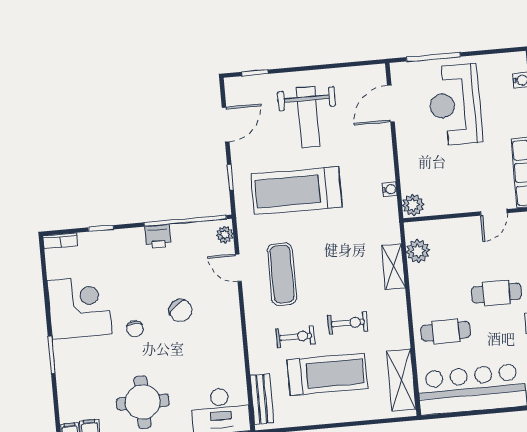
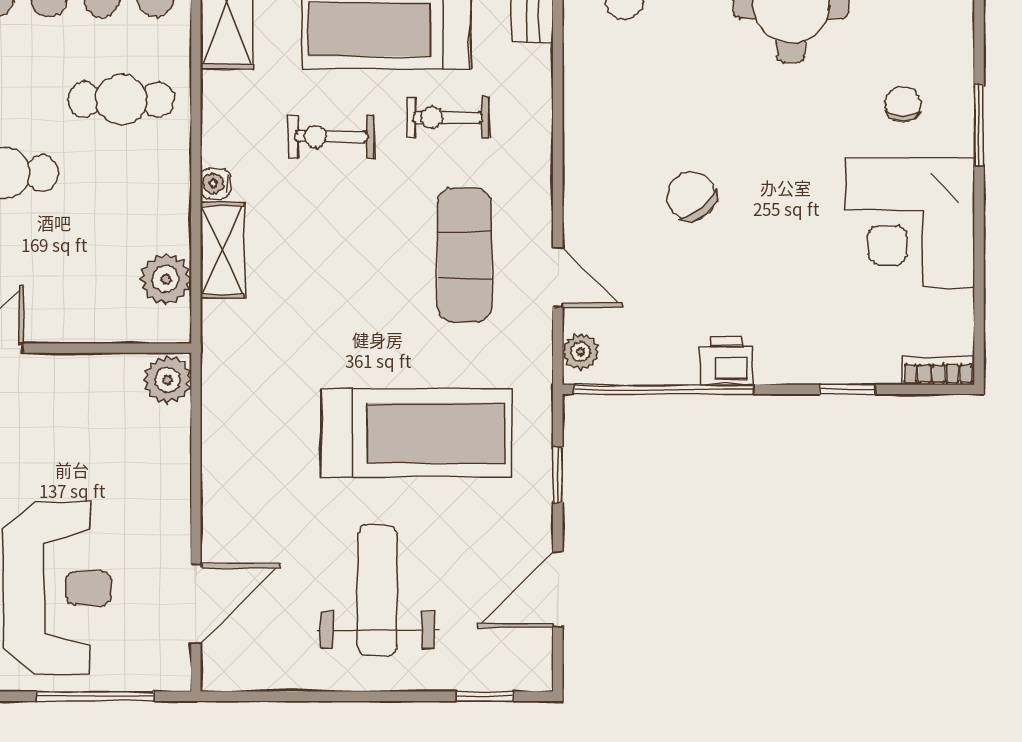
water cooler: (390, 189) -> (215, 184), moved
chair: (135, 329) -> (903, 104), moved

